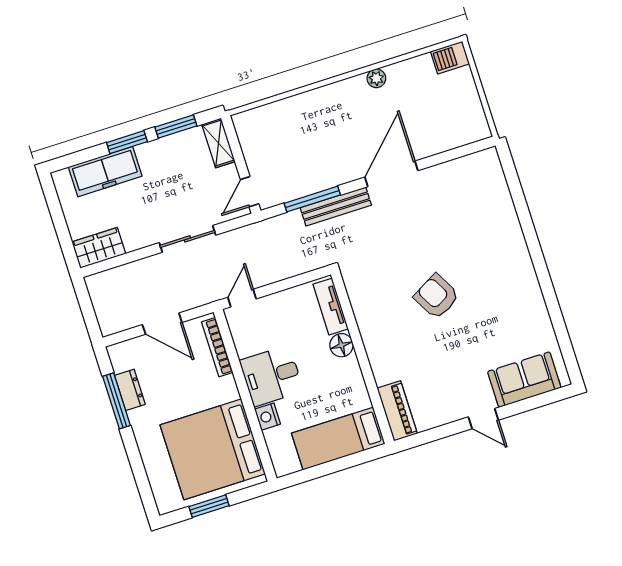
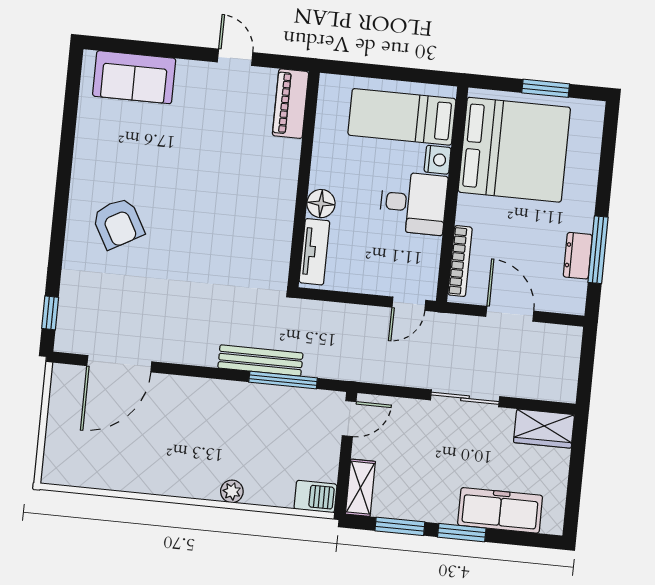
barbecue: (450, 58) -> (315, 497), moved
plant: (376, 78) -> (232, 491), moved
door: (391, 174) -> (119, 364), moved
window: (511, 174) -> (50, 313), added
sliding door: (187, 239) -> (465, 398), moved
armchair: (437, 296) -> (118, 223), moved
door: (483, 419) -> (235, 57), moved
bed: (338, 439) -> (402, 117), moved, turned 180

